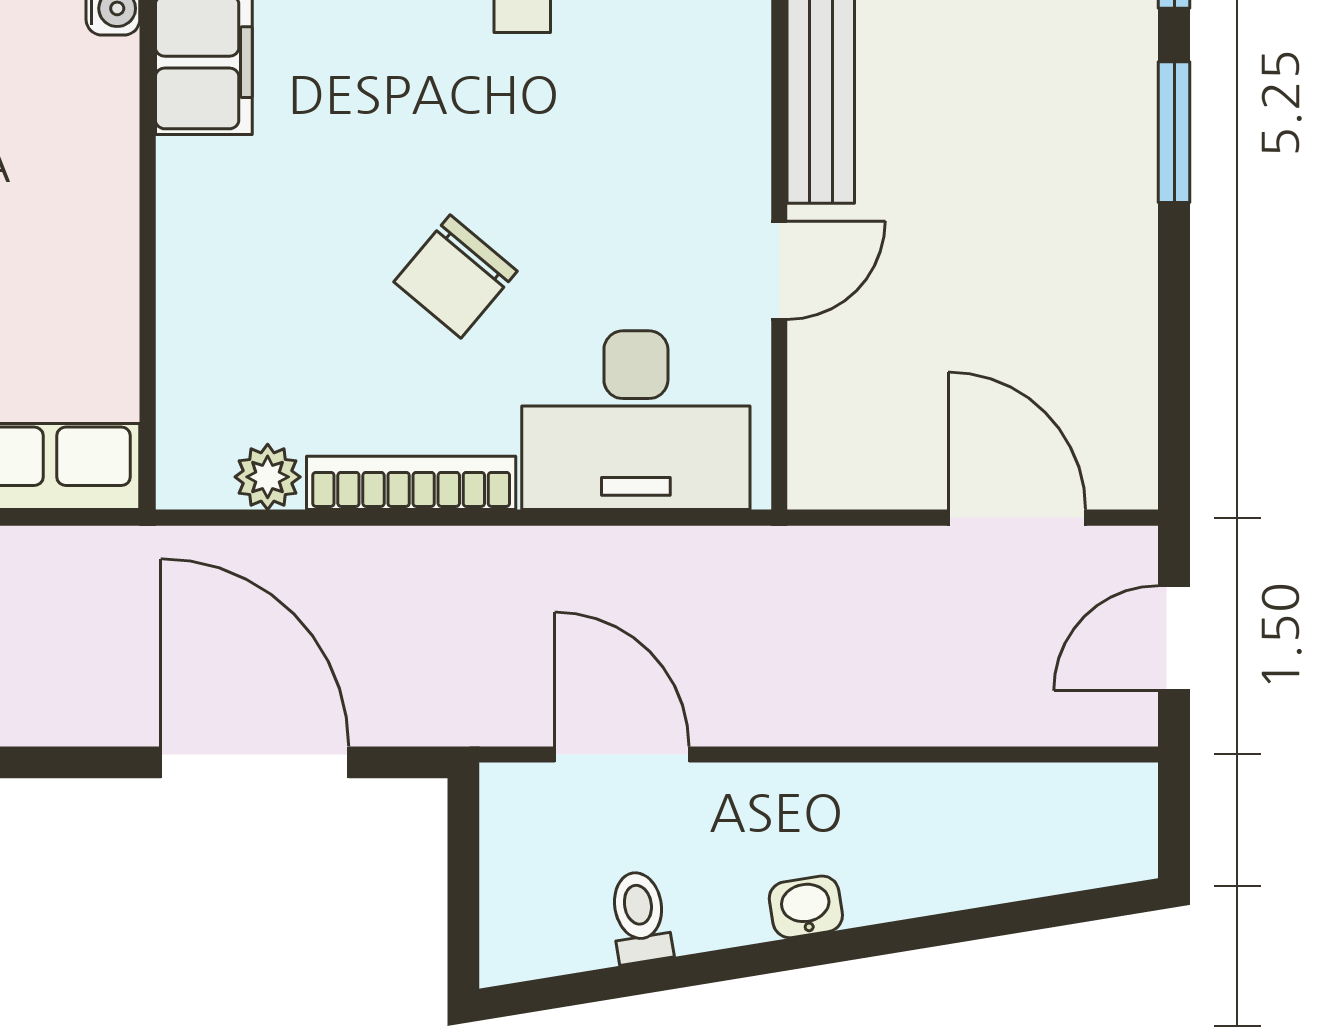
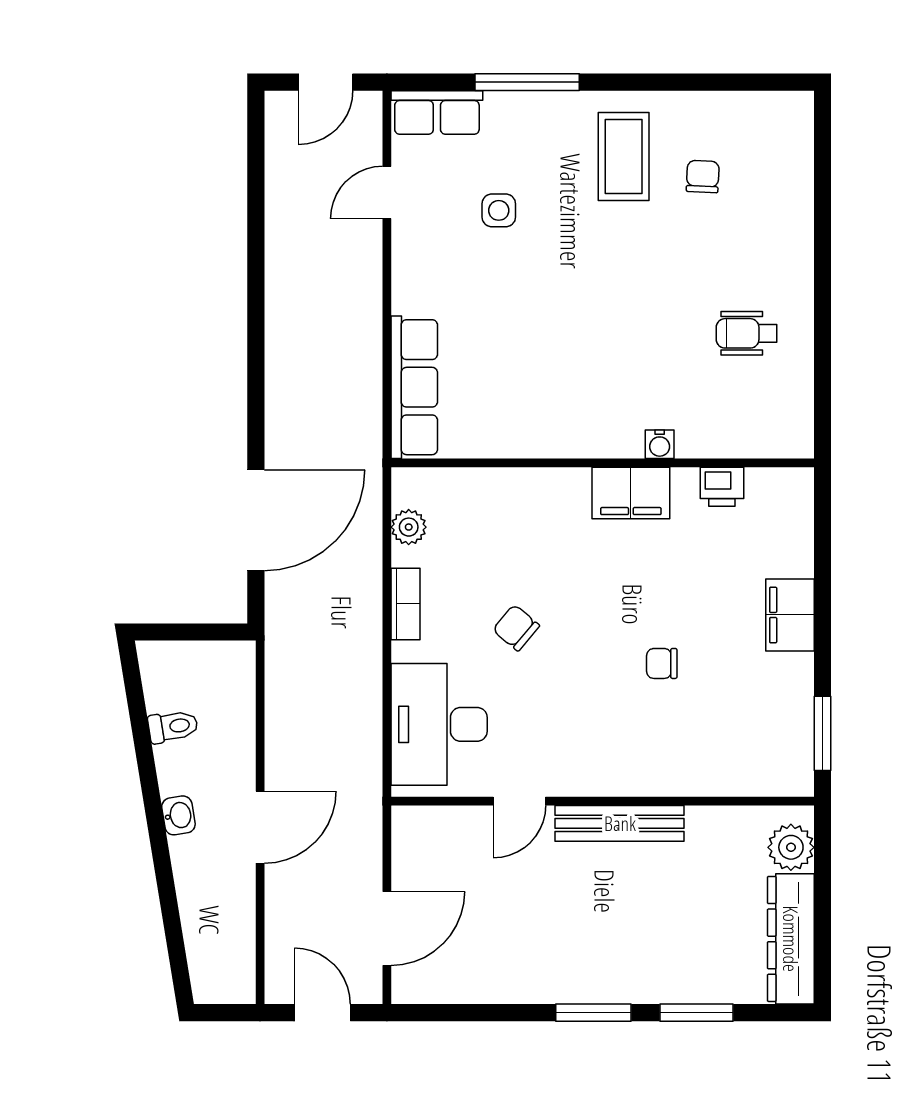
door: (779, 270) -> (519, 801), hinge flipped
chair: (455, 276) -> (516, 628), width x0.73, depth x0.73
bookcase: (411, 483) -> (405, 604), width x0.64
door: (622, 754) -> (260, 827), moved

